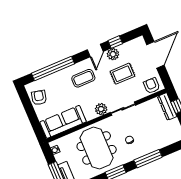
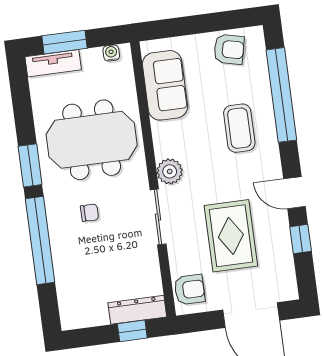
plant: (113, 54) -> (277, 227), removed
rug: (122, 74) -> (231, 236), width x1.36, depth x1.43
coffee table: (83, 78) -> (239, 128), moved
sofa: (63, 122) -> (165, 85), width x0.73
window: (148, 159) -> (40, 241), width x1.46

